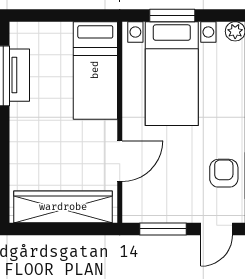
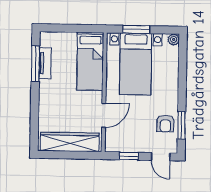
armchair: (224, 173) -> (165, 124), turned 180
window: (163, 229) -> (129, 156), width x0.67
door: (217, 229) -> (161, 157), hinge flipped

